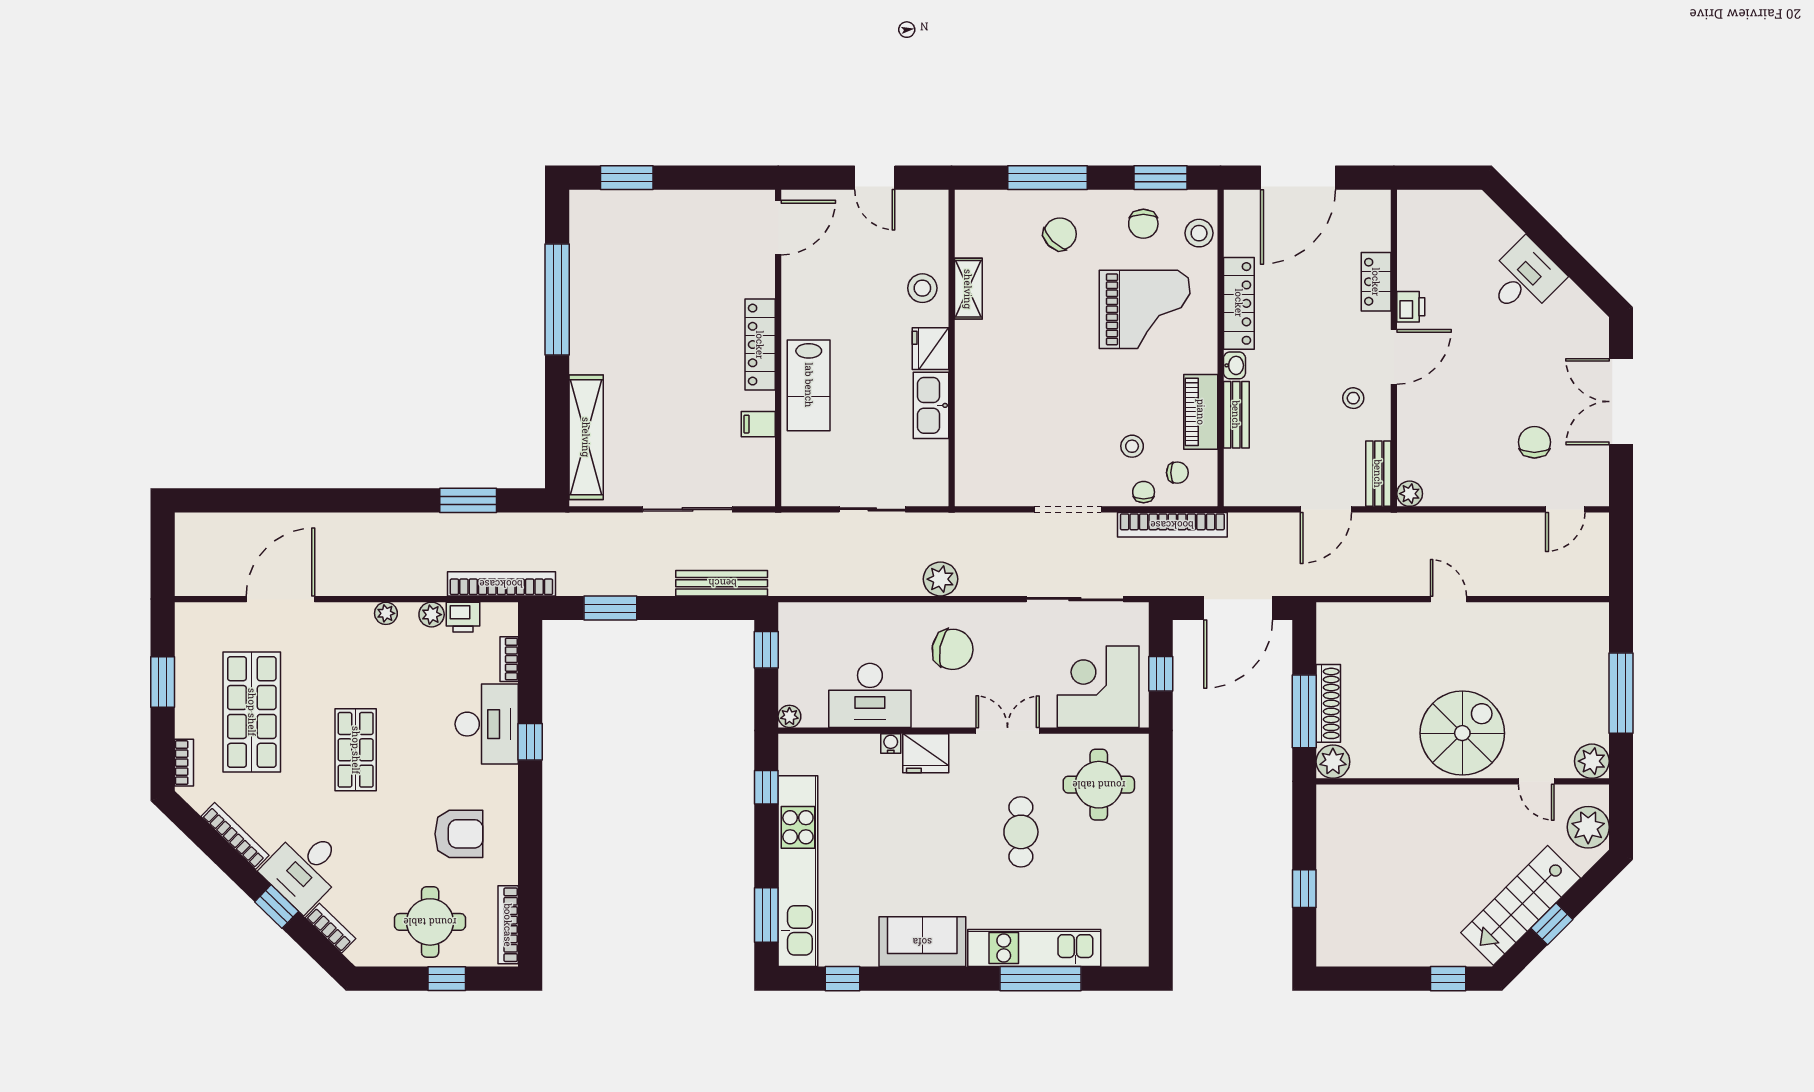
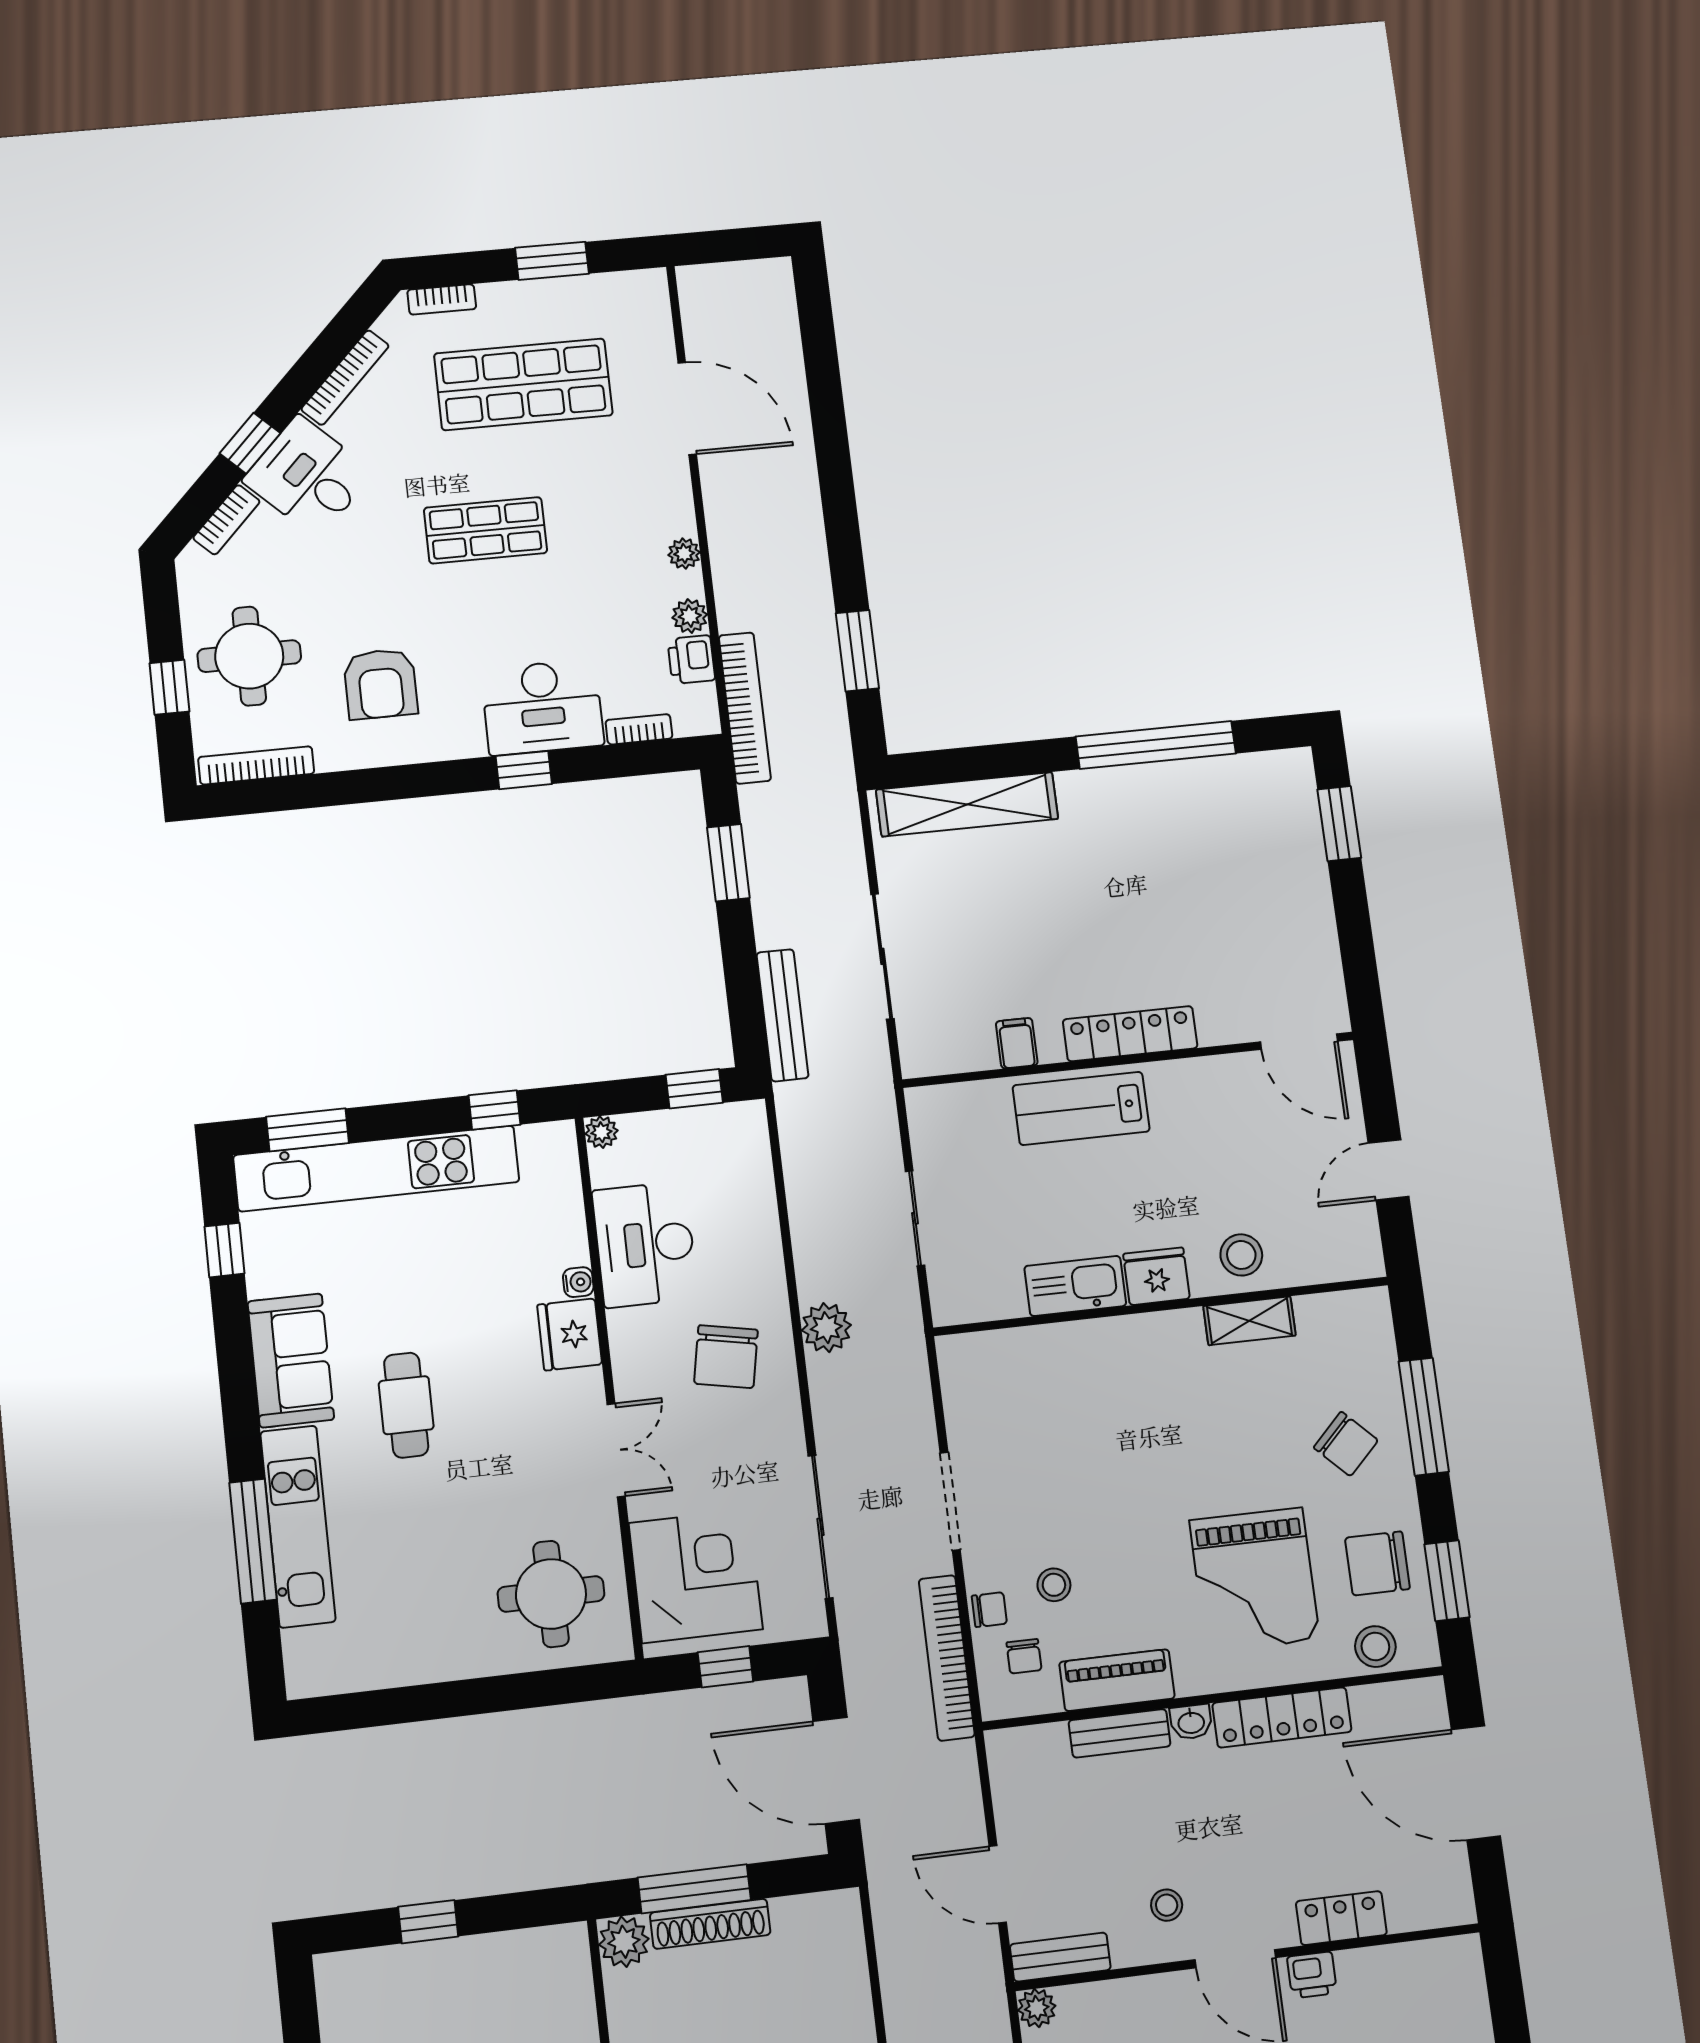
chair: (1143, 224) -> (1377, 1563), width x1.37, depth x1.37
cafe table: (1021, 832) -> (406, 1405), moved, turned 90

